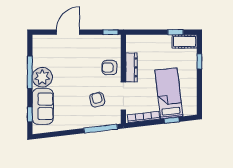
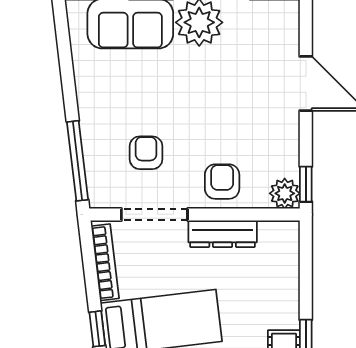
plant: (114, 41) -> (285, 193), added
armchair: (97, 100) -> (146, 153), turned -76

